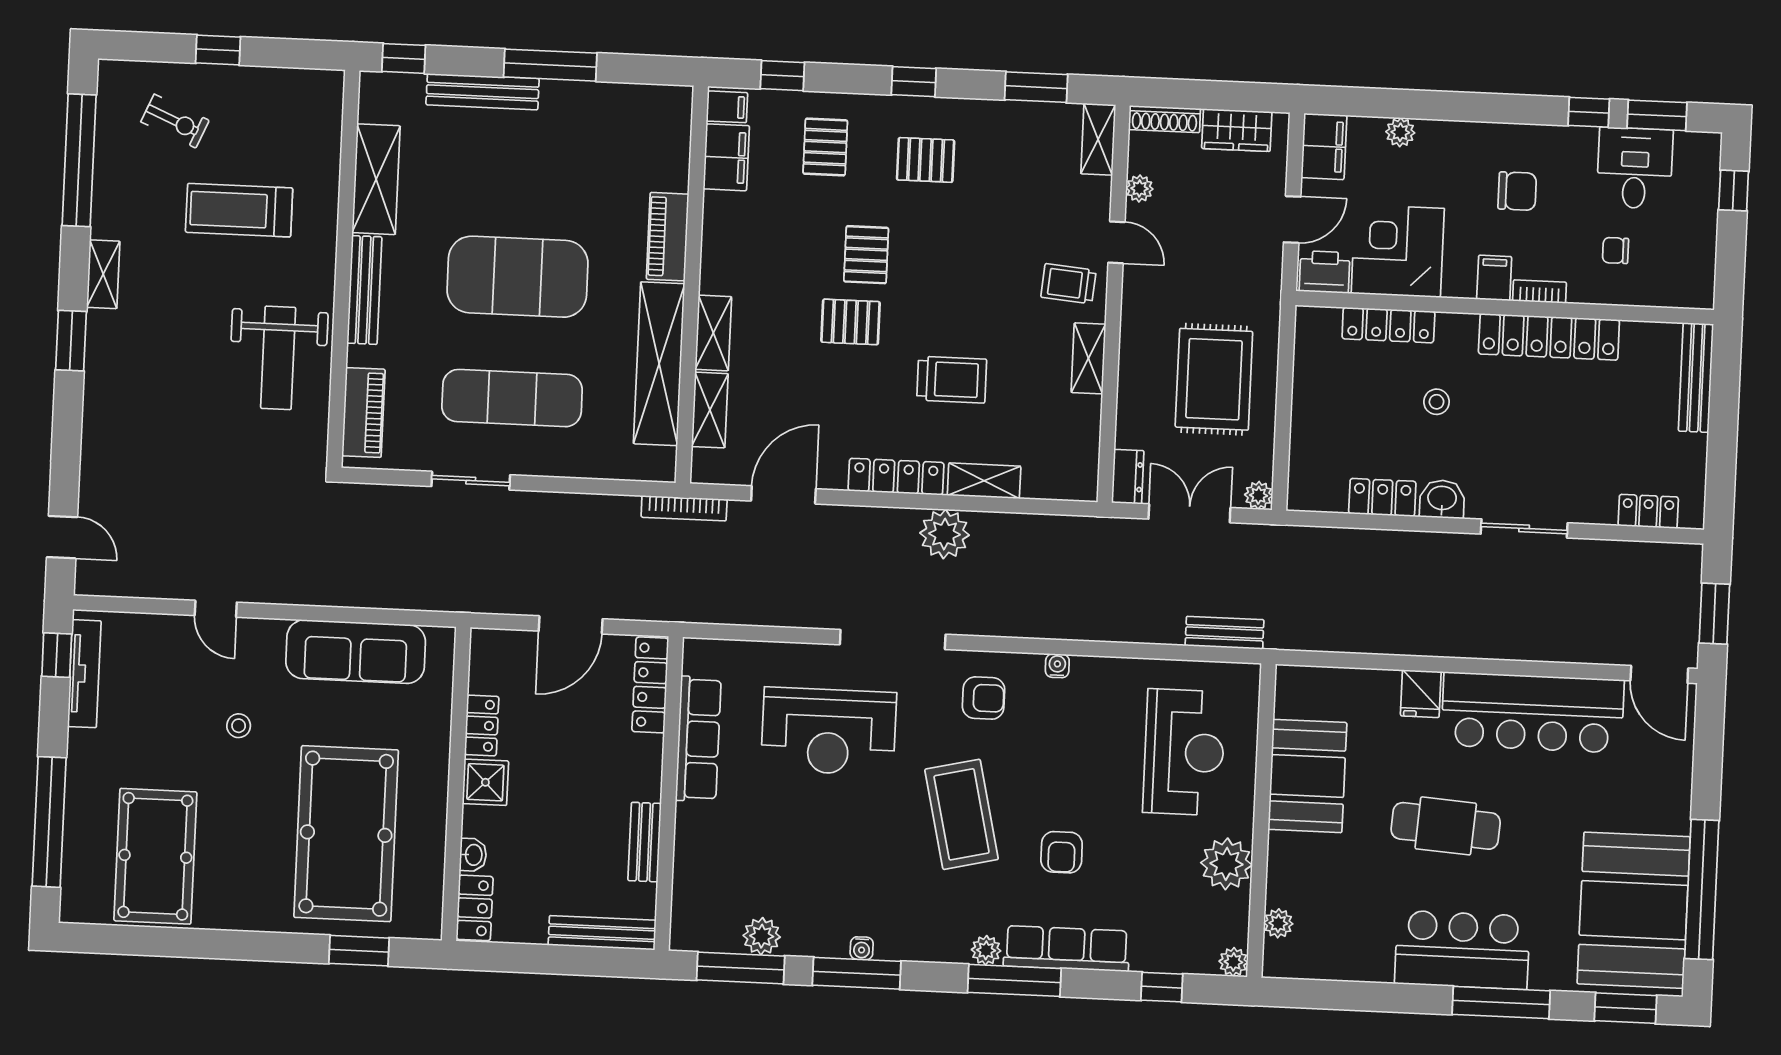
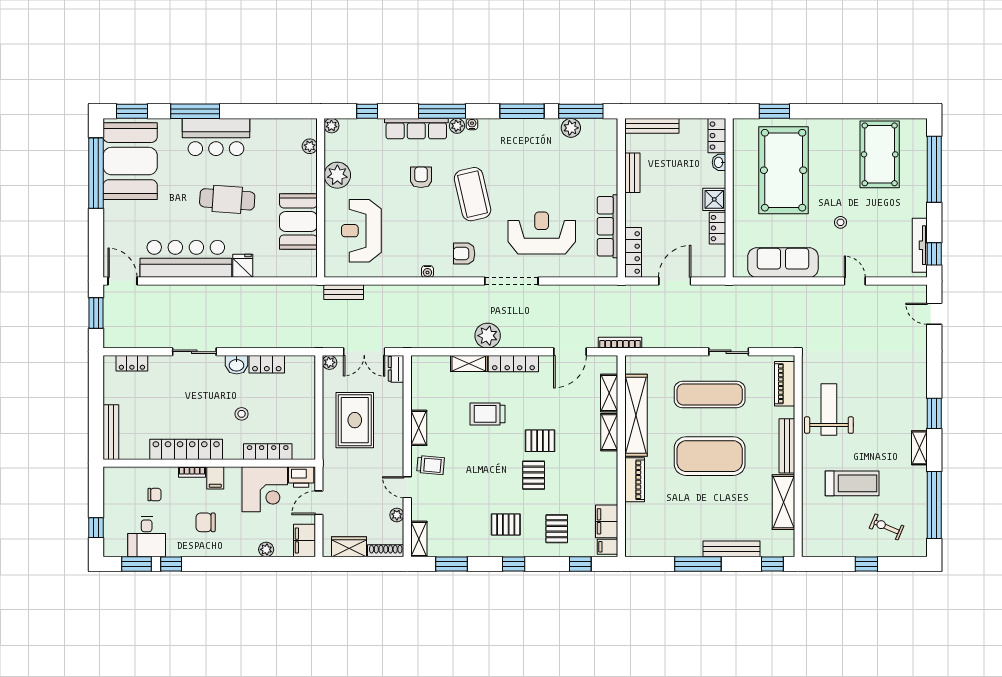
water cooler: (862, 948) -> (472, 124), moved

